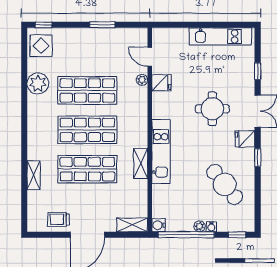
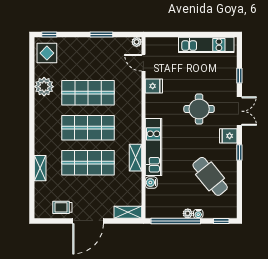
plant: (142, 80) -> (137, 42), moved
water cooler: (159, 225) -> (151, 183), moved

